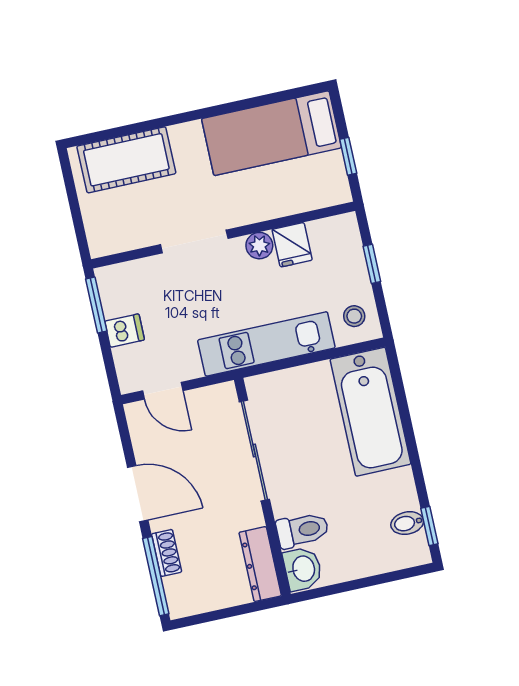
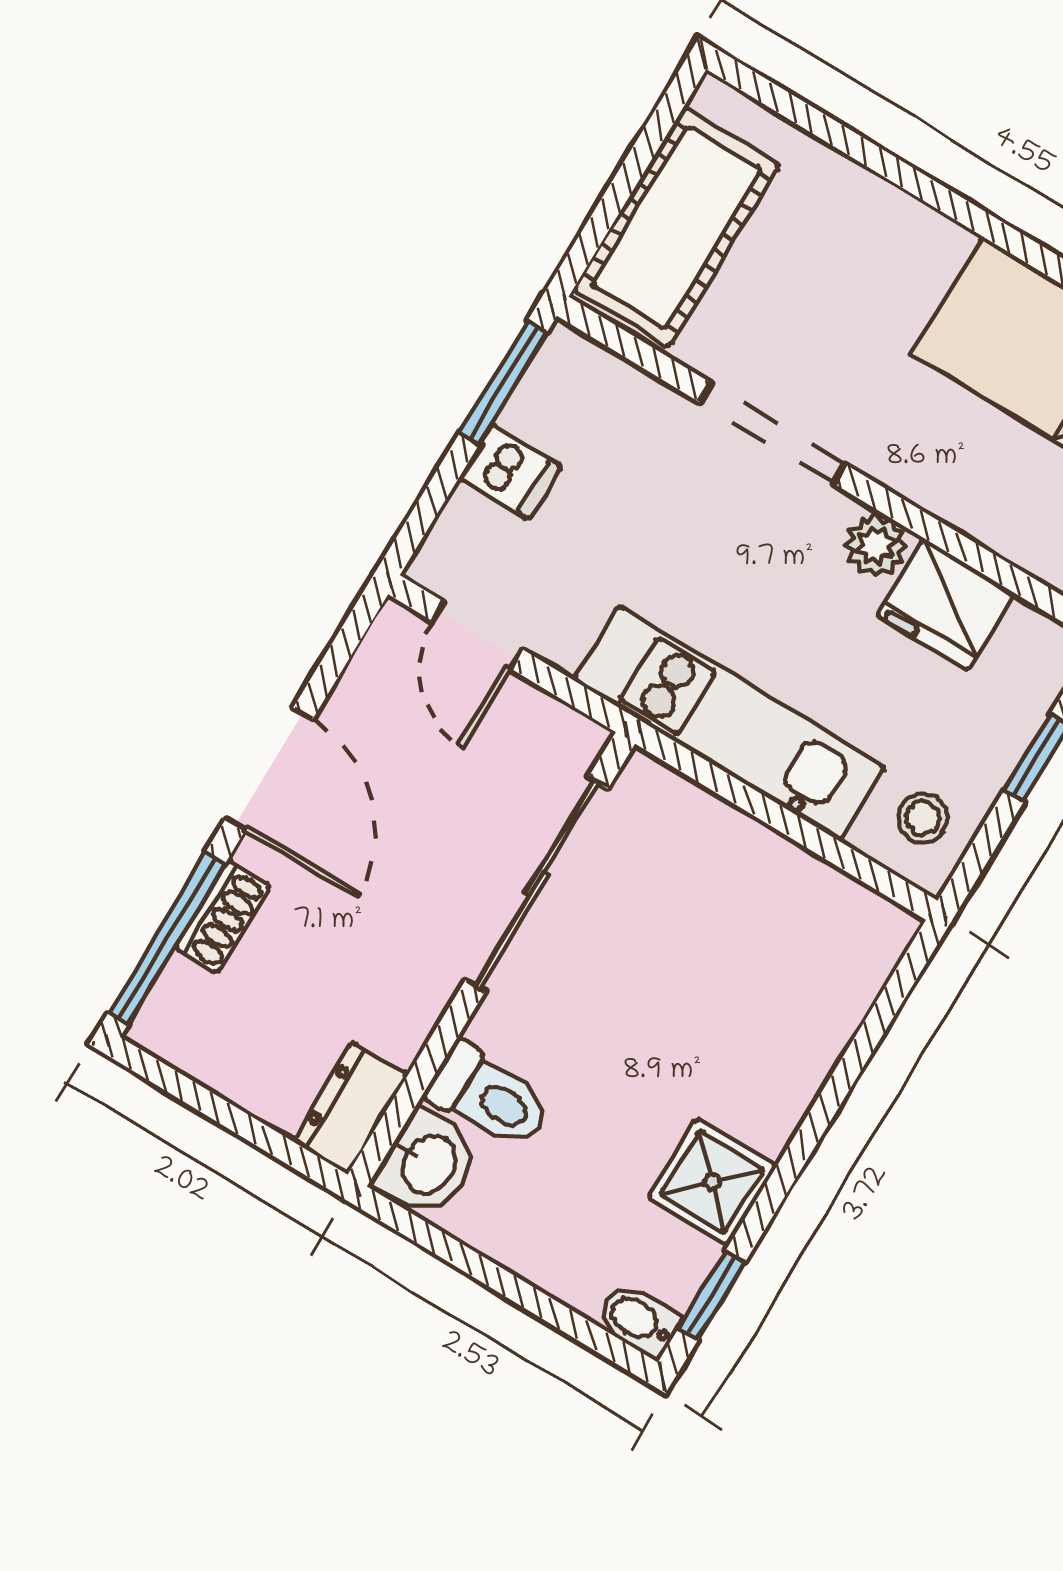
cot: (126, 160) -> (677, 227), moved, turned 90
fridge: (292, 245) -> (945, 604), width x1.38
bathtub: (370, 412) -> (796, 1006), removed
shower: (396, 491) -> (712, 1182), added
bidet: (407, 523) -> (638, 1321), moved
dresser: (260, 564) -> (350, 1108), width x0.70

